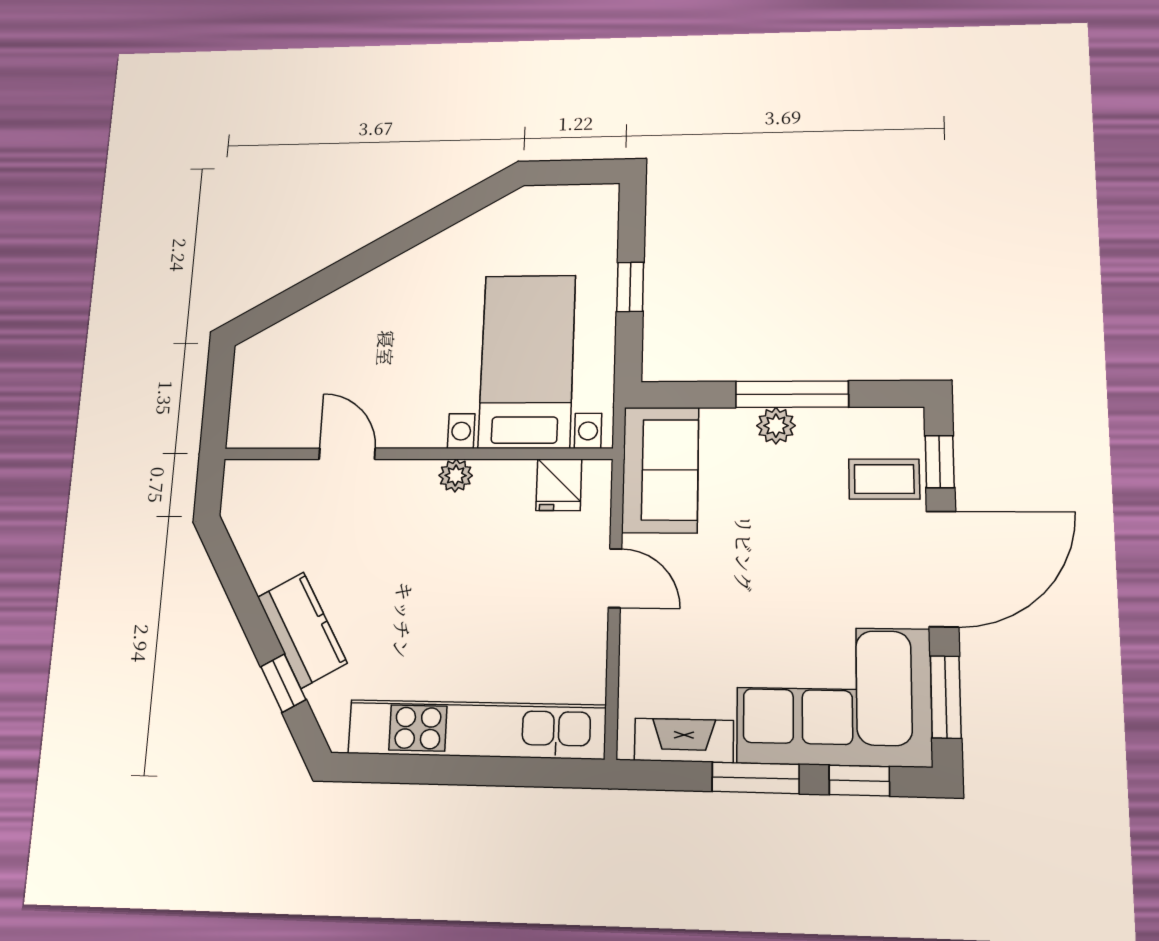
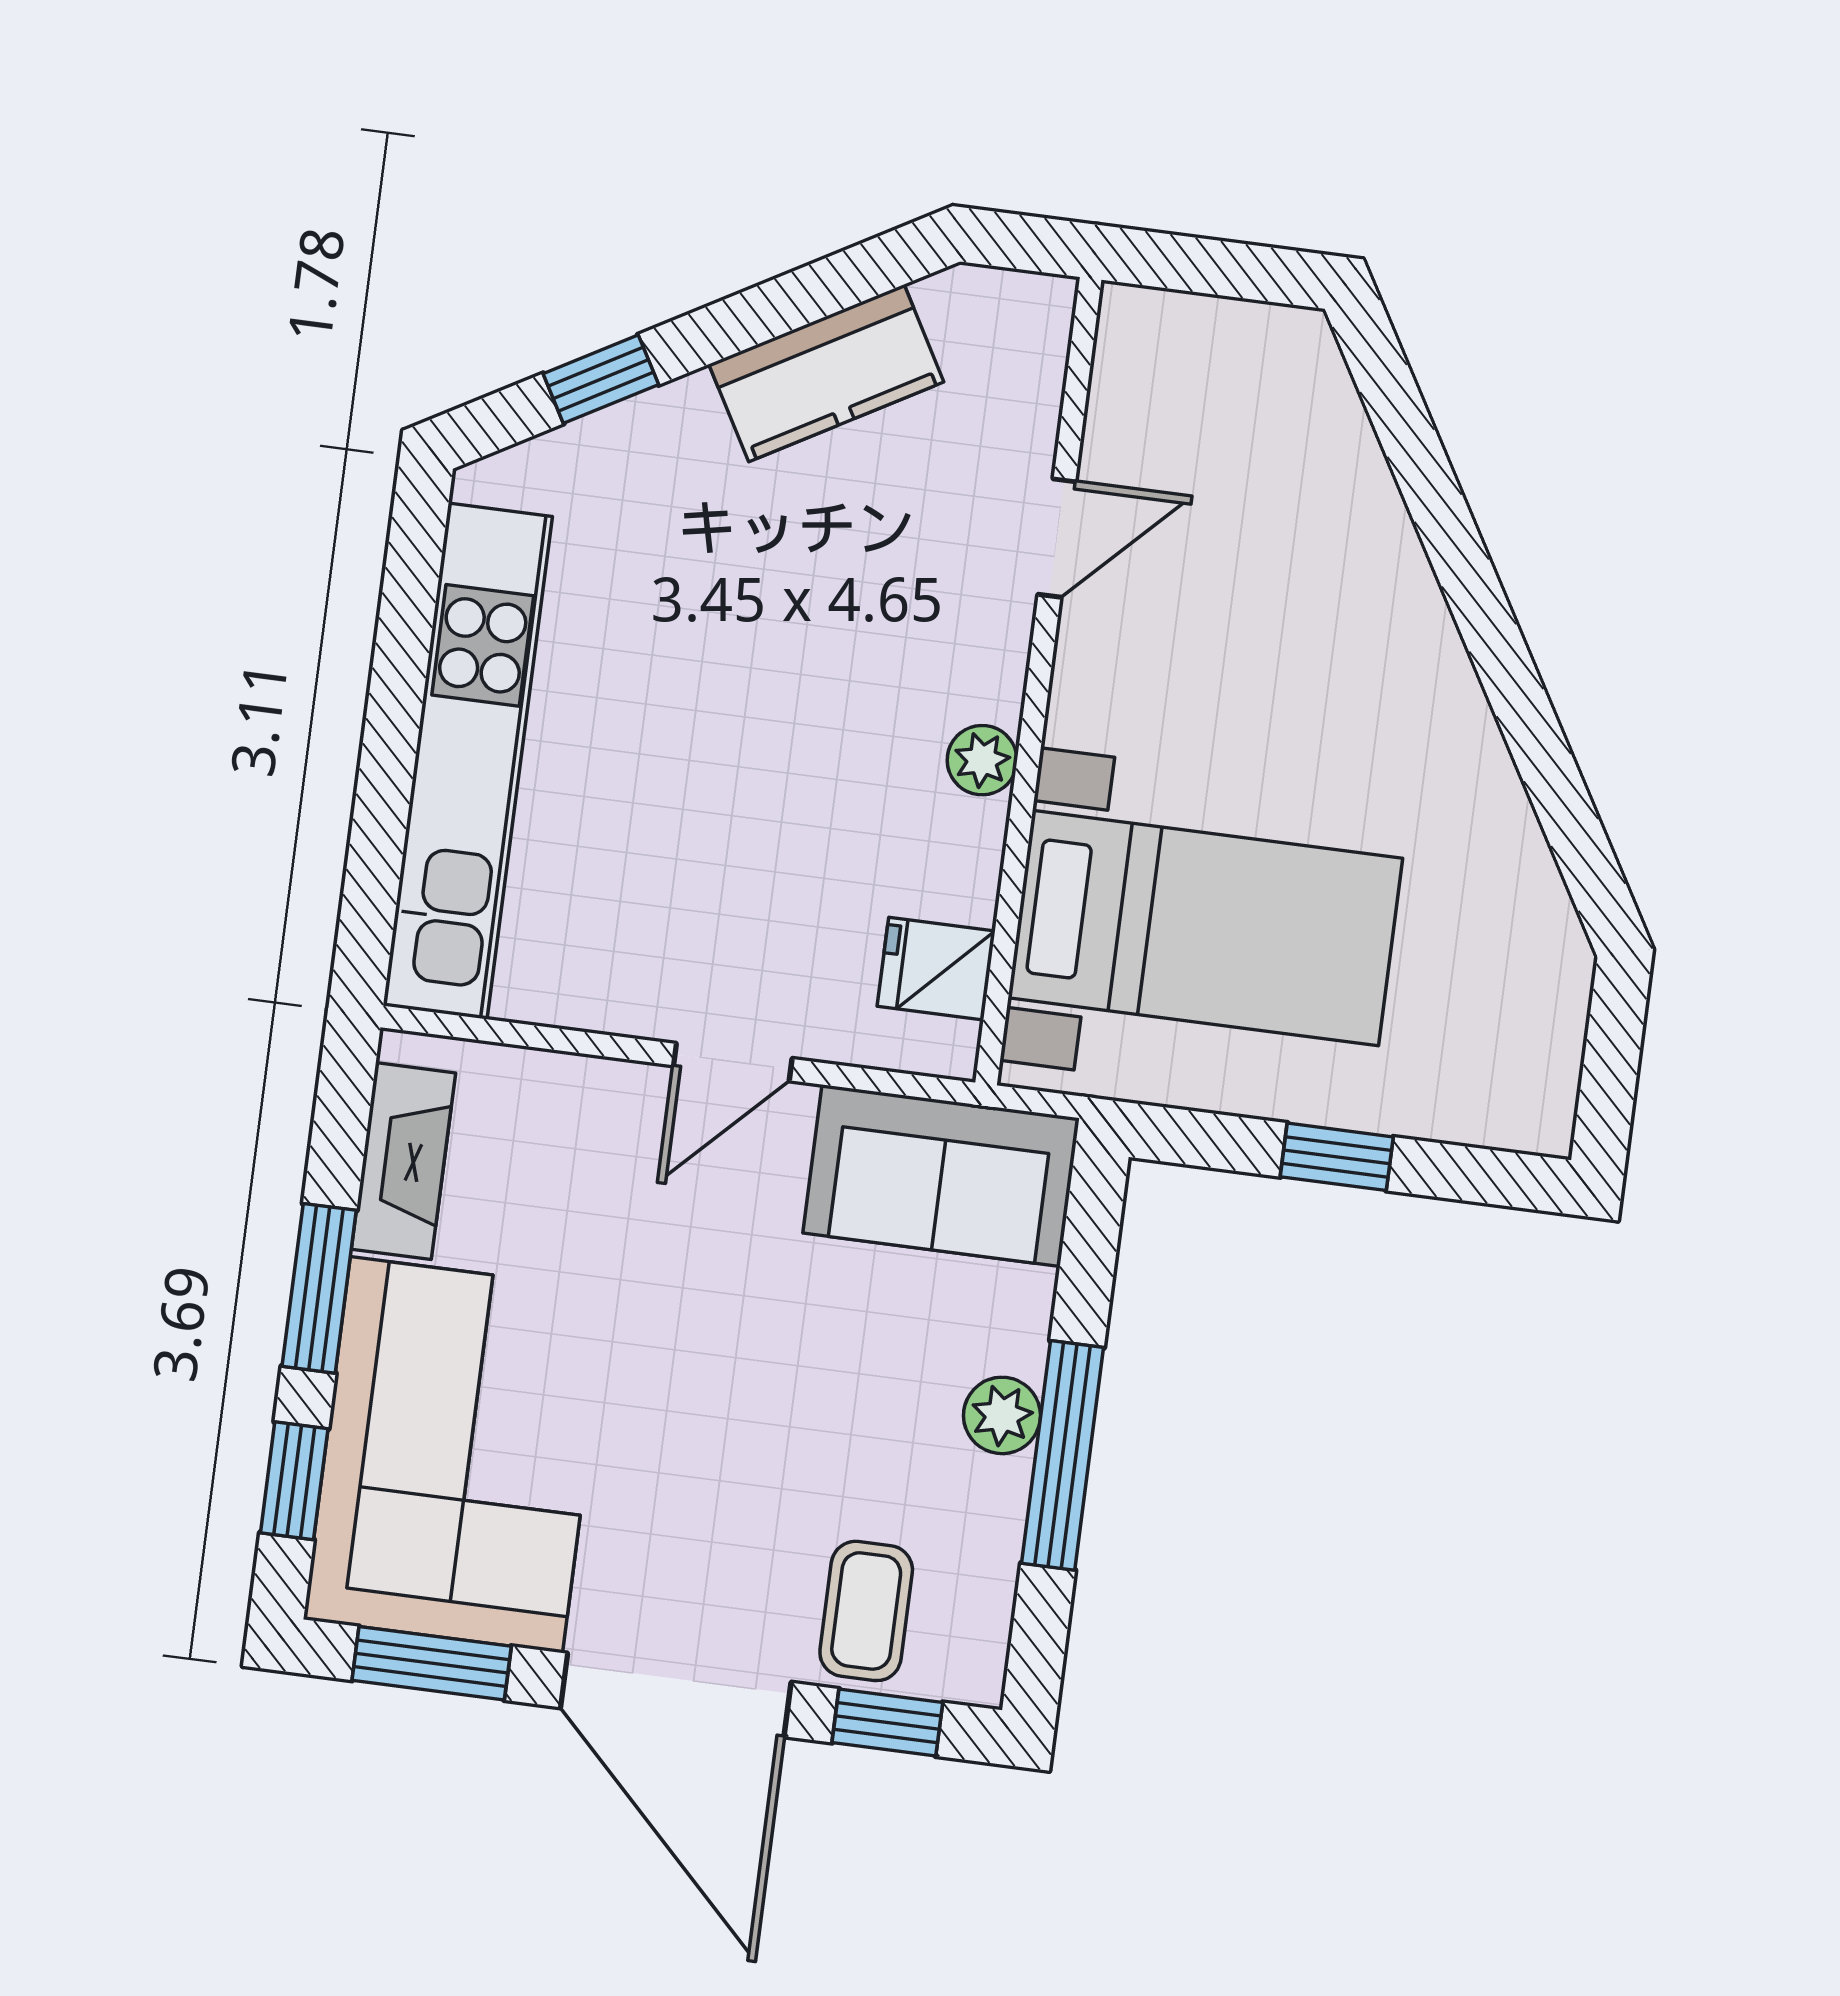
kitchen counter: (302, 630) -> (826, 373), moved

